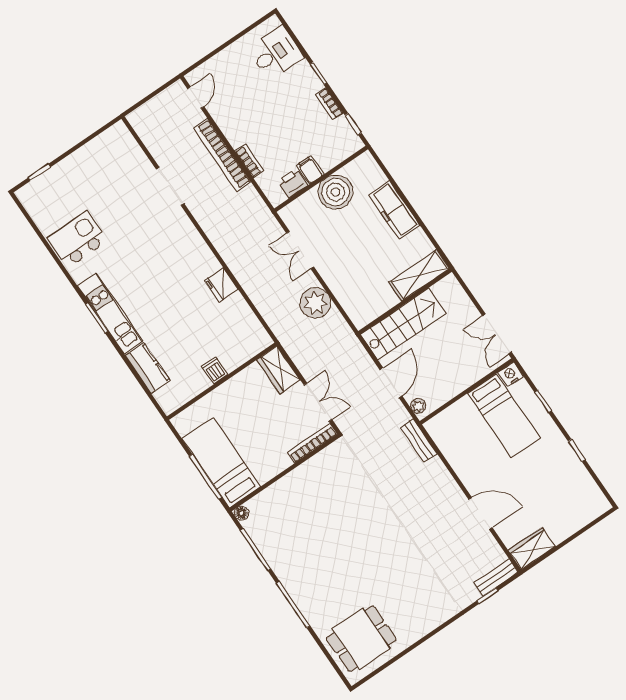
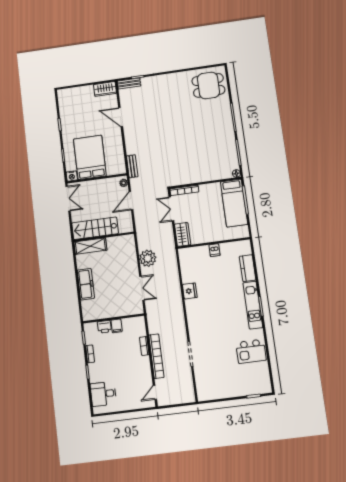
printer: (292, 183) -> (104, 327), moved
boiler: (335, 192) -> (110, 308), removed
stairs: (403, 324) -> (95, 228), moved
bed: (504, 416) -> (90, 157), width x1.50

